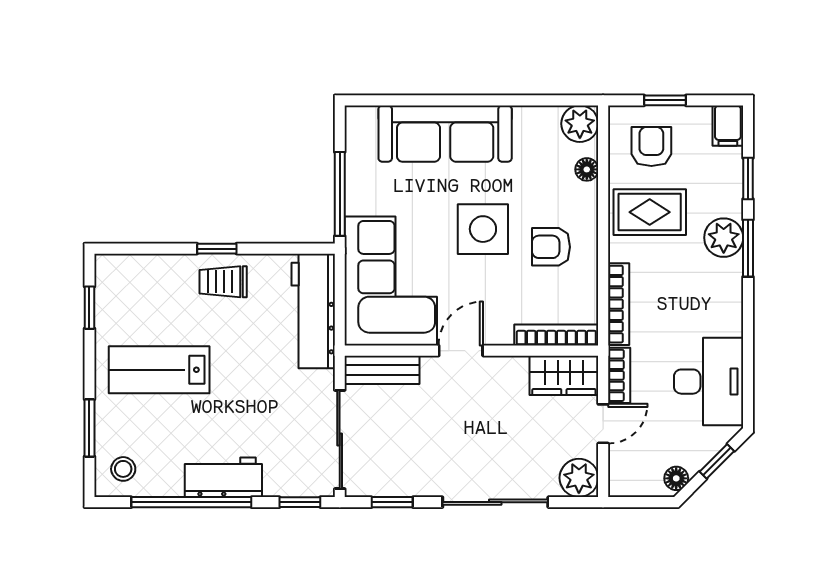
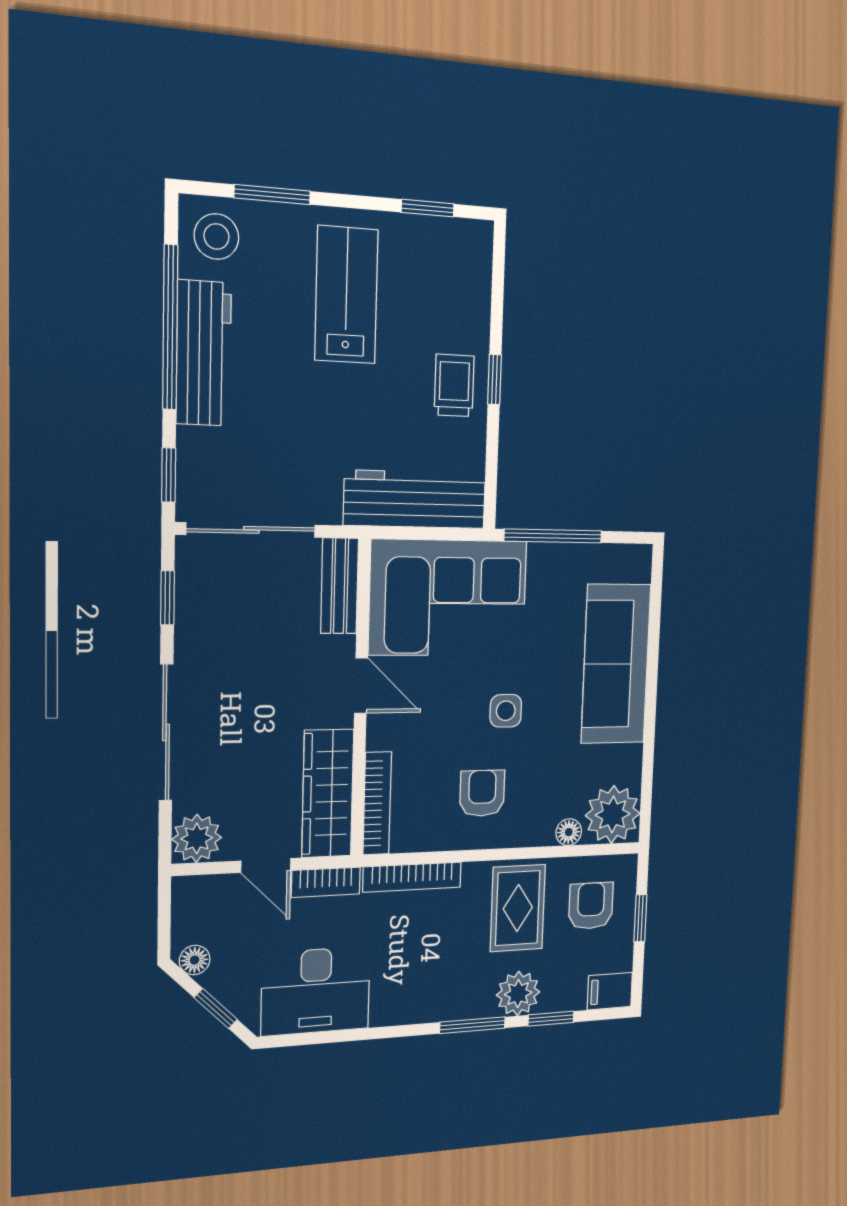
plant: (580, 124) -> (613, 814), width x1.36, depth x1.36
armchair: (651, 147) -> (591, 906), turned -90
side table: (483, 229) -> (506, 711), width x0.54, depth x0.54
plant: (724, 238) -> (518, 994), moved
wardrobe: (564, 375) -> (328, 793), width x1.50
stool: (123, 469) -> (216, 236), width x1.37, depth x1.37
workbench: (223, 477) -> (204, 353), width x1.38

